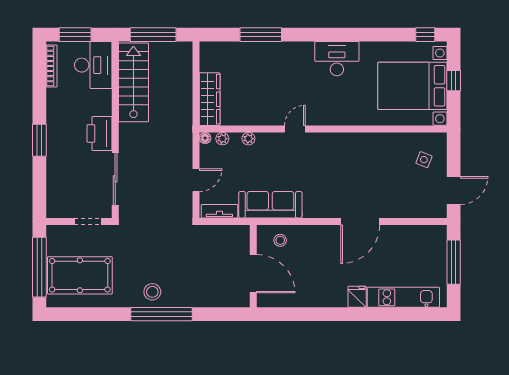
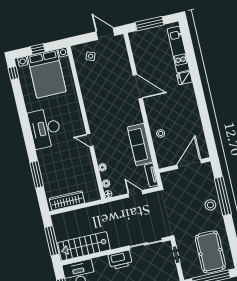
desk: (337, 59) -> (45, 128), width x1.36, depth x1.30
wardrobe: (210, 99) -> (67, 201), moved
wall: (253, 266) -> (185, 165), moved
door: (253, 274) -> (189, 164), moved

